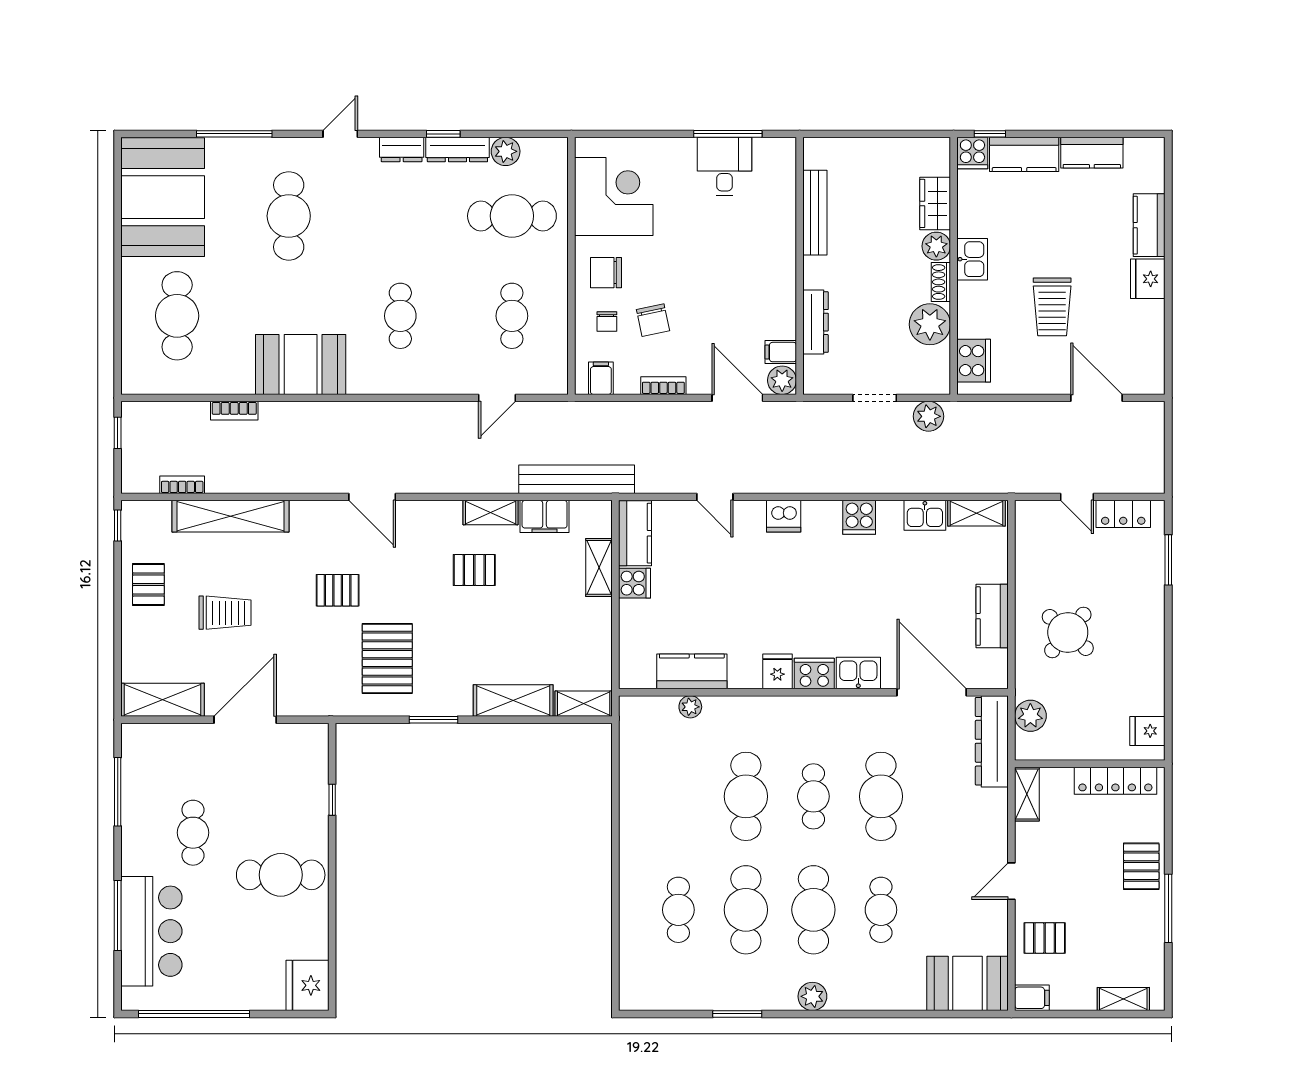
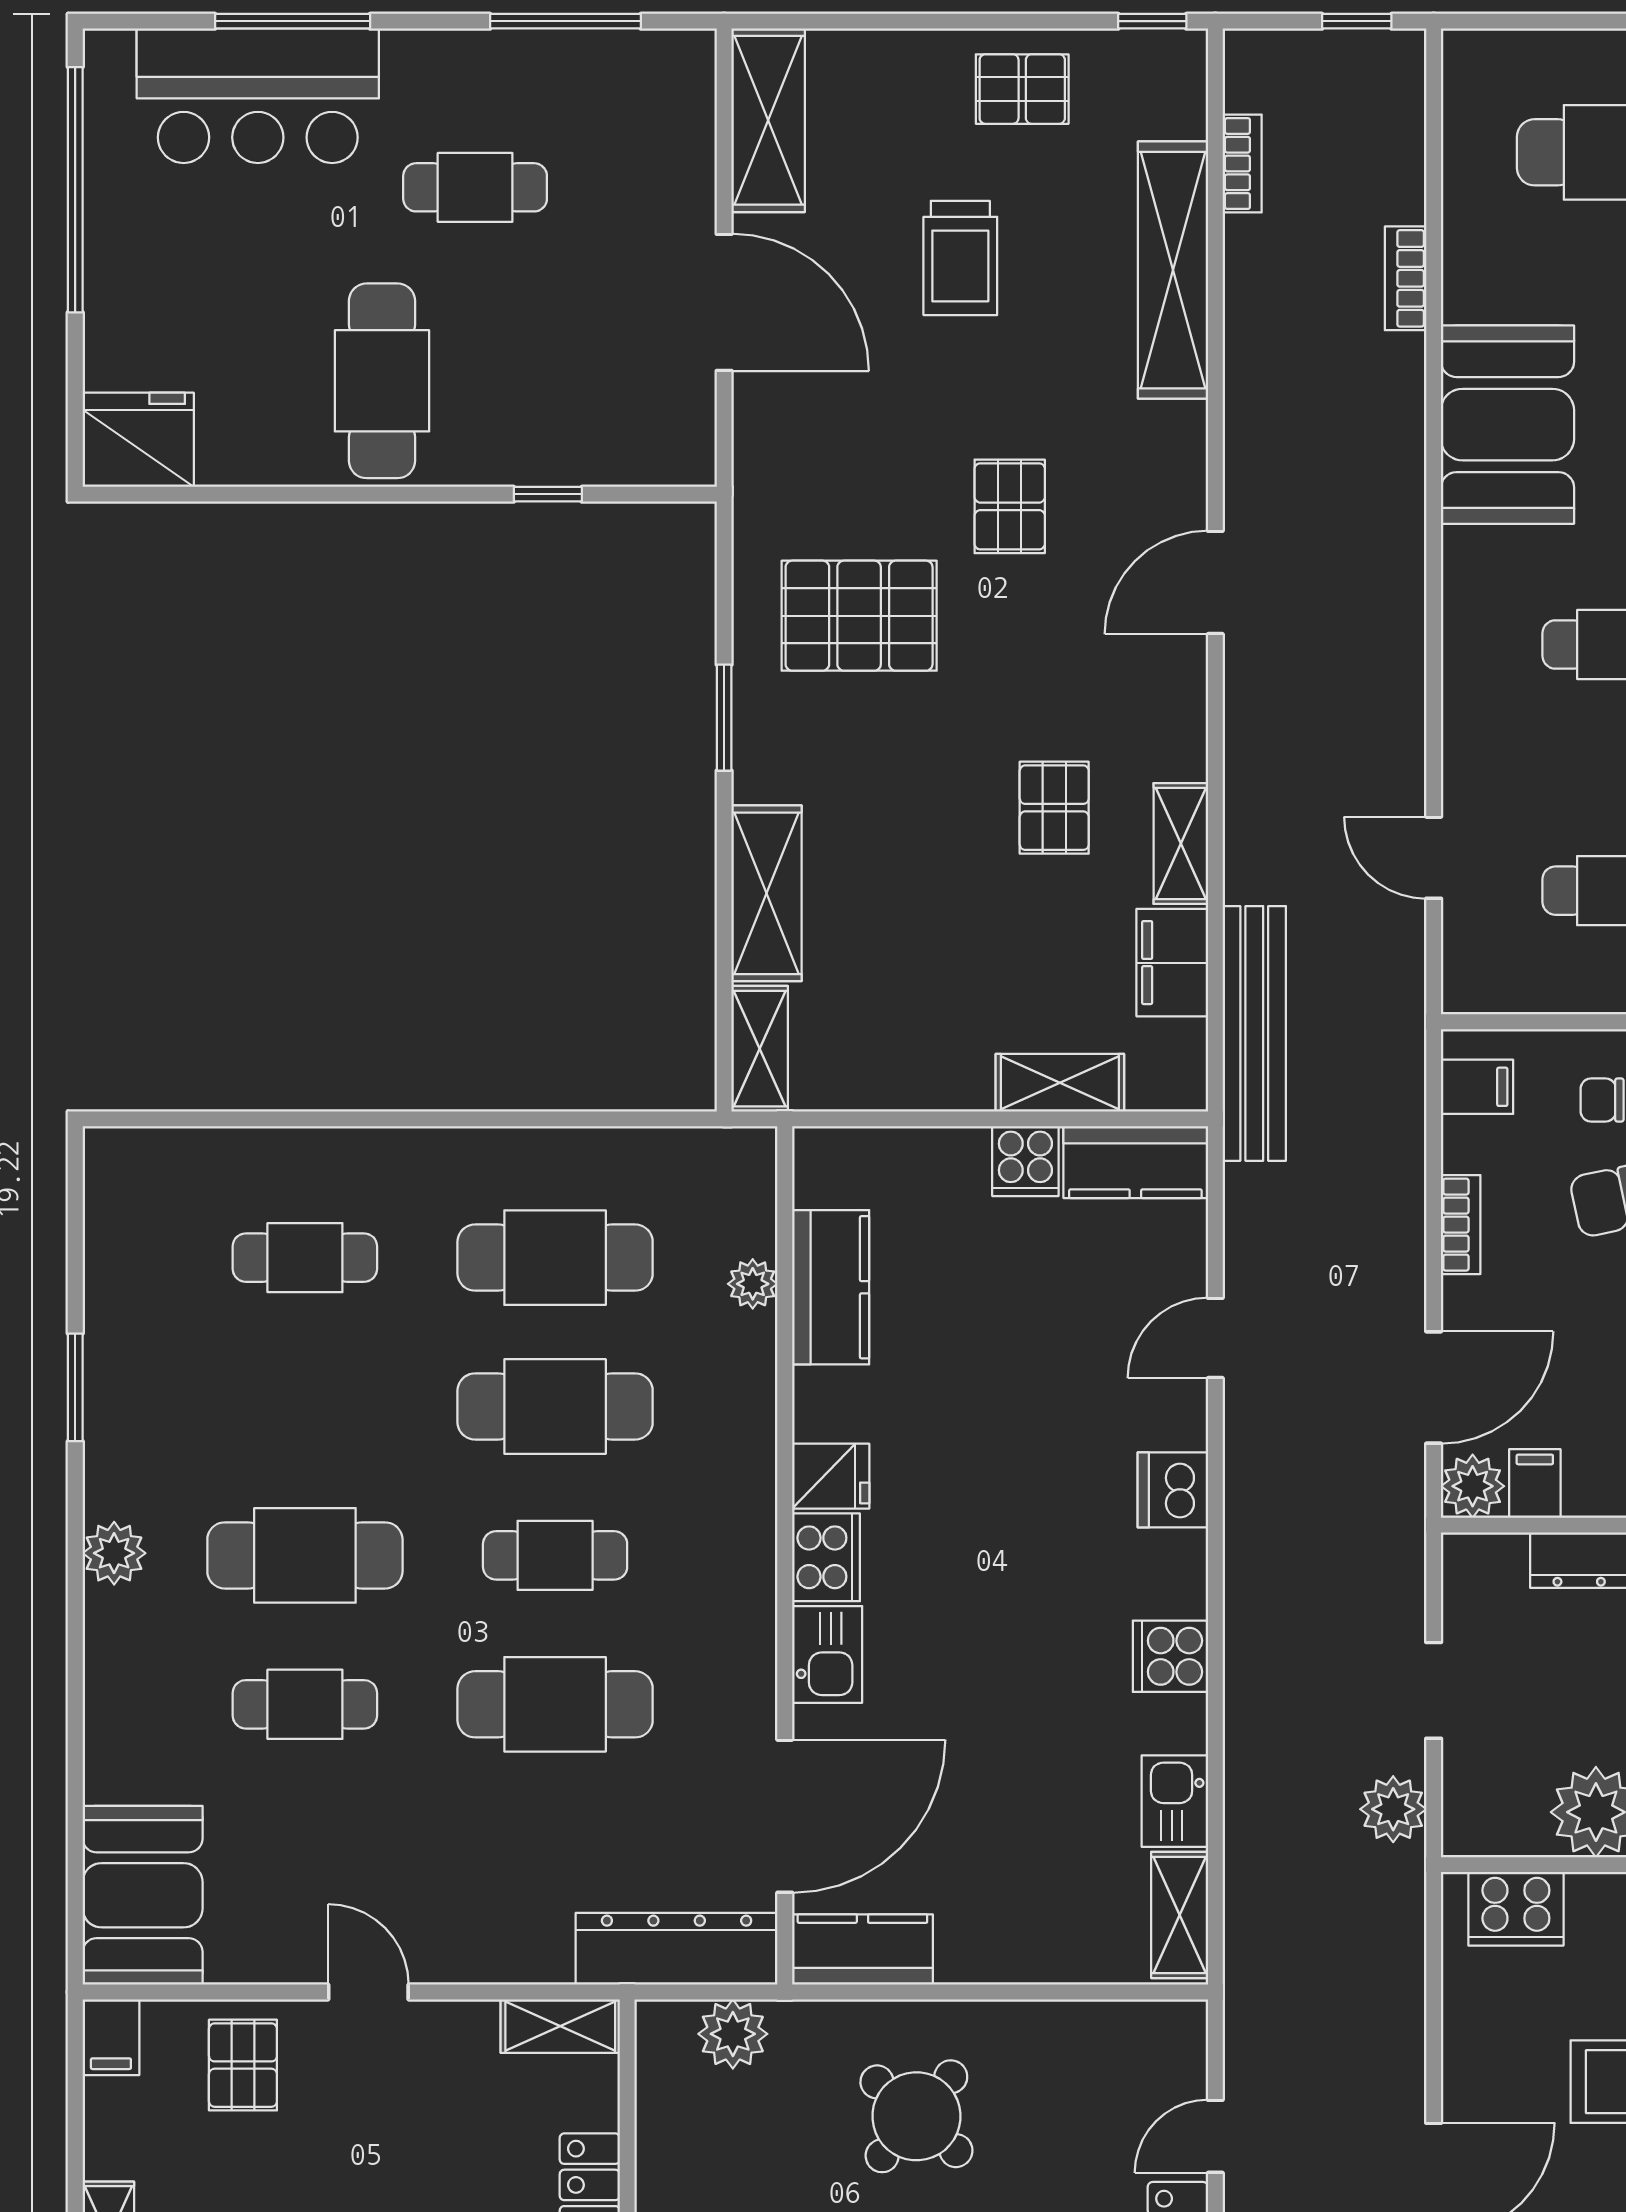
kitchen counter: (992, 616) -> (862, 1950), moved
cafe table: (746, 910) -> (555, 1258), moved

